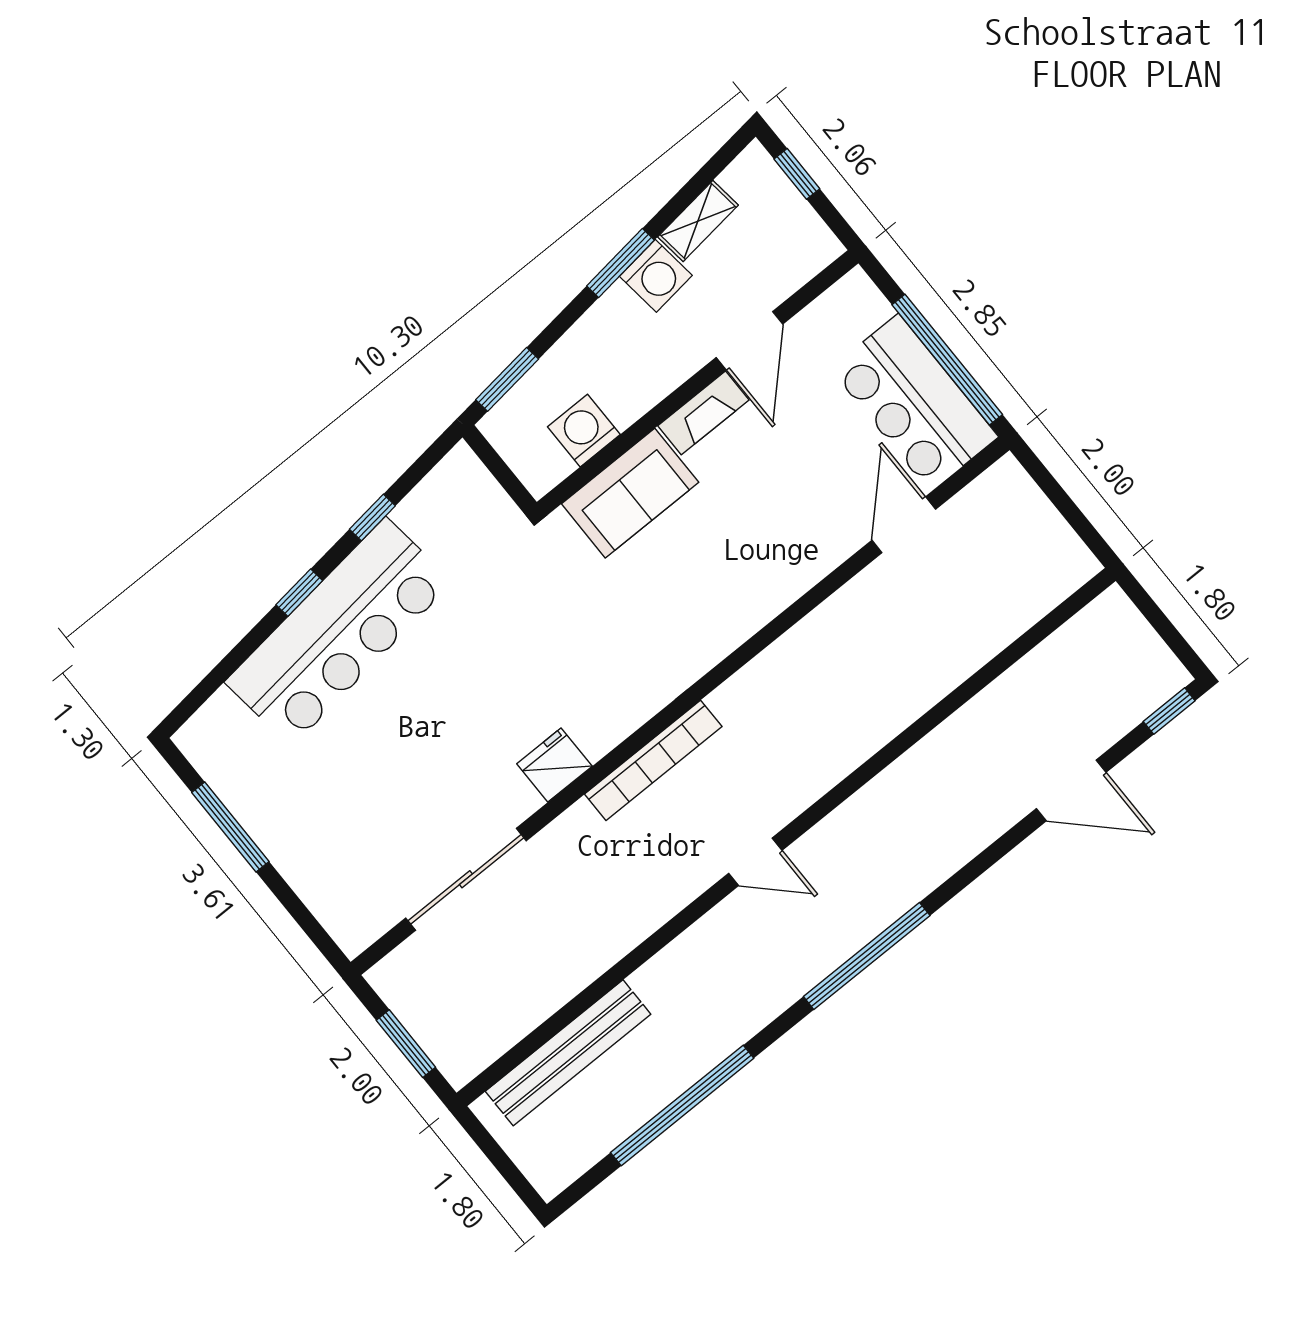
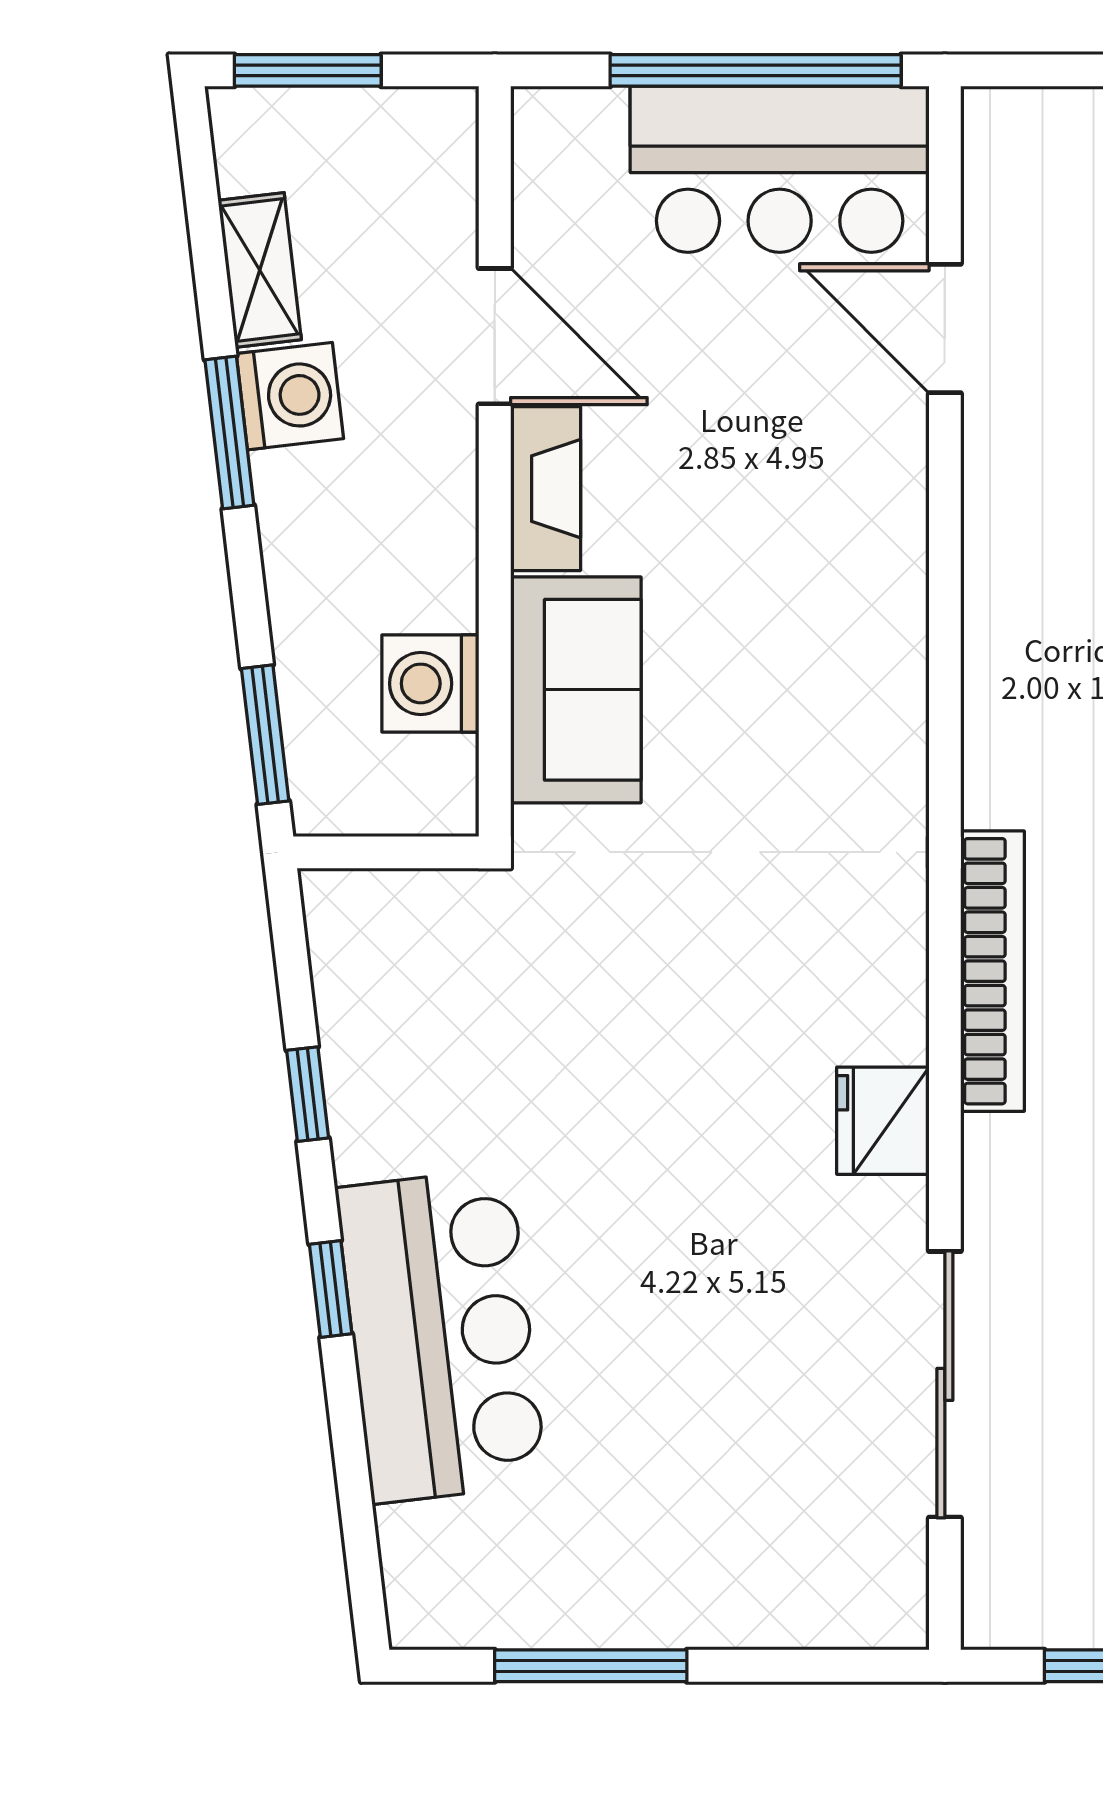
window: (797, 174) -> (308, 70), width x1.50
bar counter: (339, 632) -> (441, 1336), width x0.73

